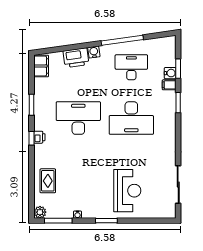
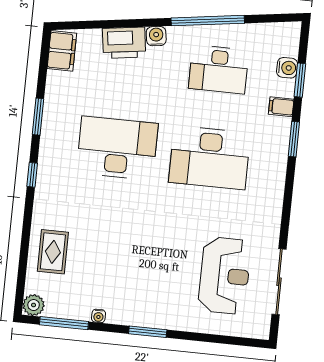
desk: (131, 67) -> (219, 69), turned 180
water cooler: (170, 73) -> (287, 68), moved
printer: (39, 137) -> (46, 174), removed
reception desk: (127, 191) -> (225, 276), moved

